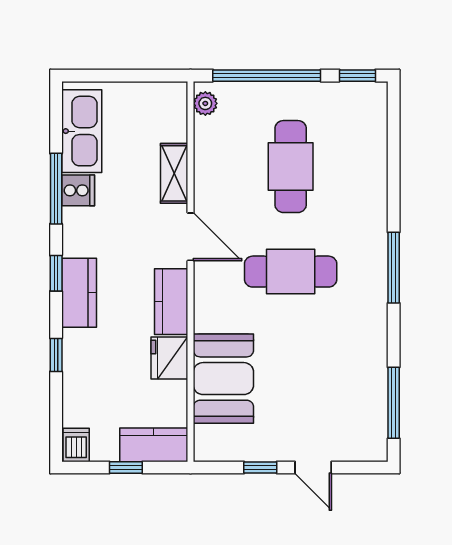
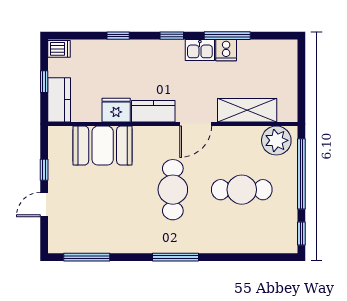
plant: (205, 103) -> (276, 140), width x1.88, depth x1.88
kitchen sink: (82, 131) -> (200, 50), moved, width x0.53, depth x0.81
shelving: (174, 173) -> (247, 110), width x1.50, depth x1.33
kitchen counter: (79, 293) -> (159, 51), removed

